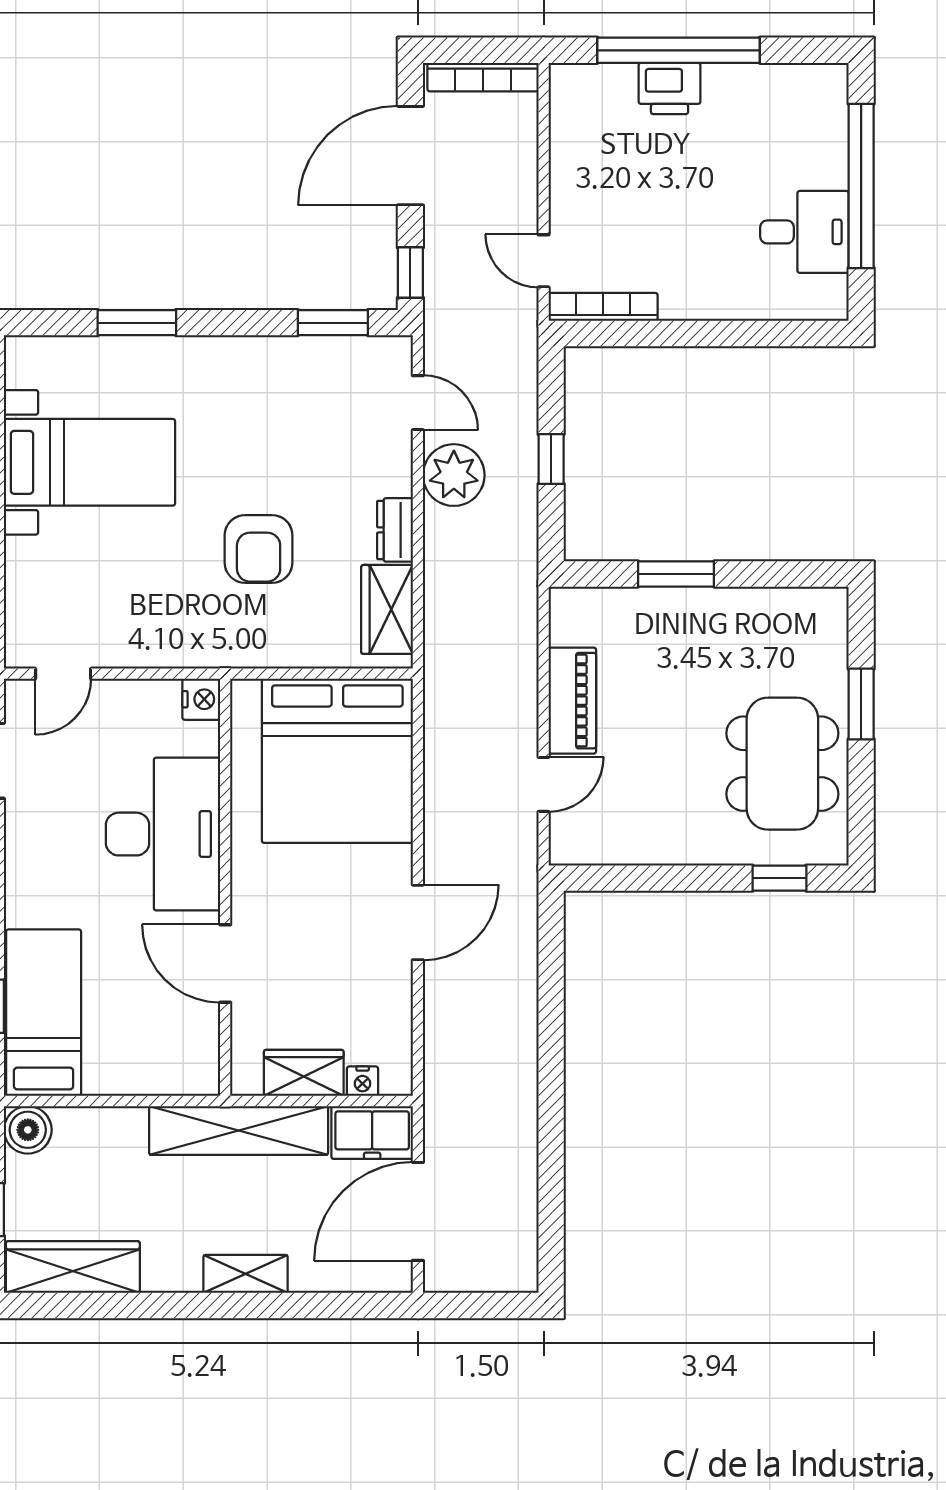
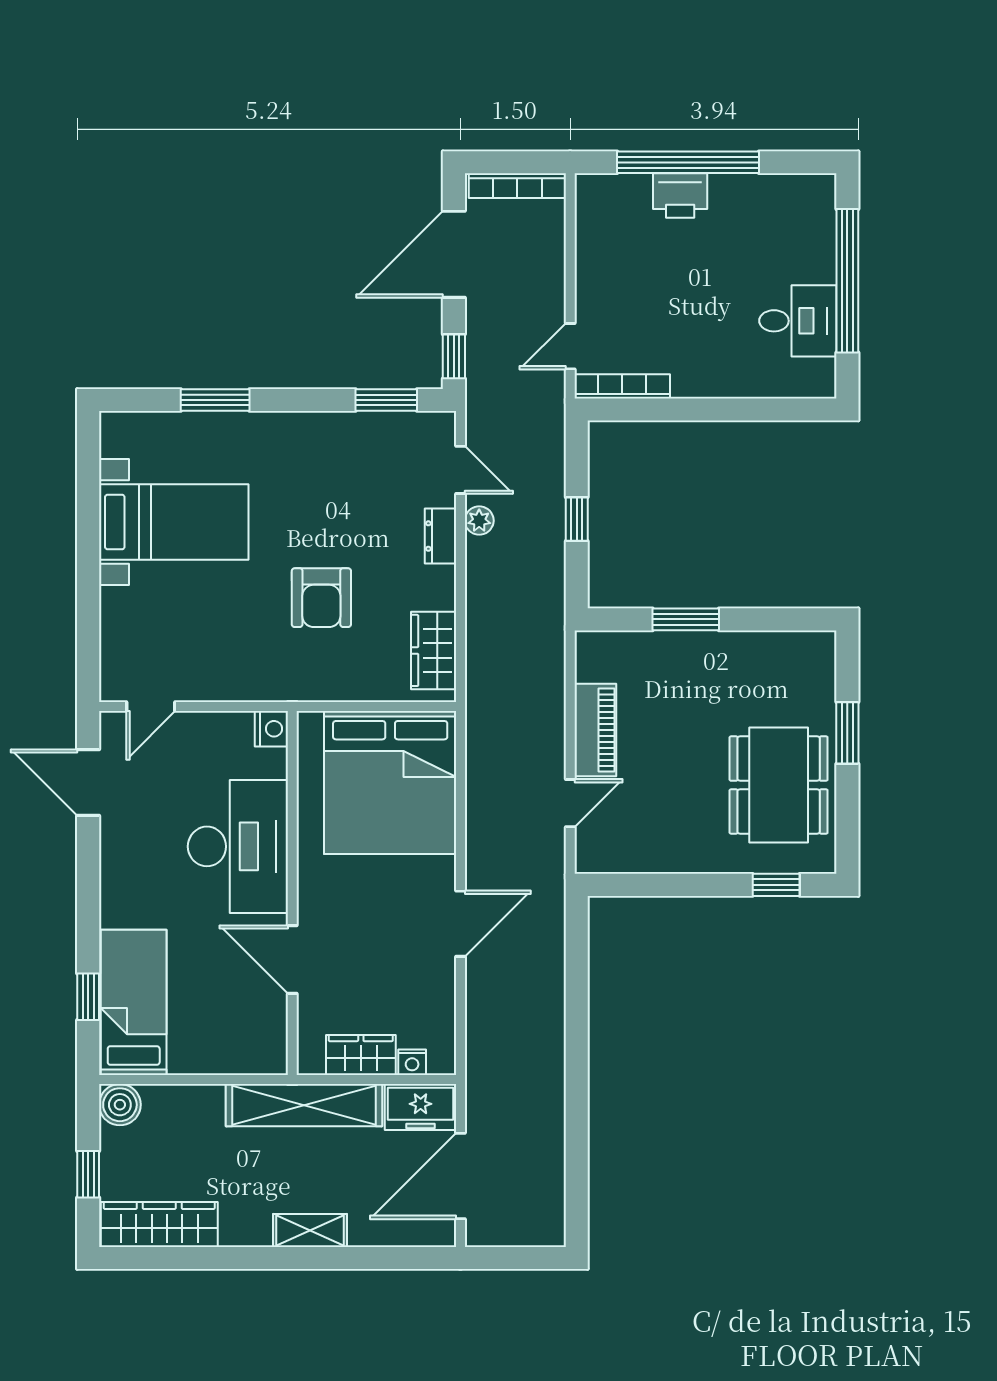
door: (544, 261) -> (570, 346), hinge flipped
plant: (454, 475) -> (479, 521), width x0.53, depth x0.53
dresser: (395, 530) -> (441, 536), moved

